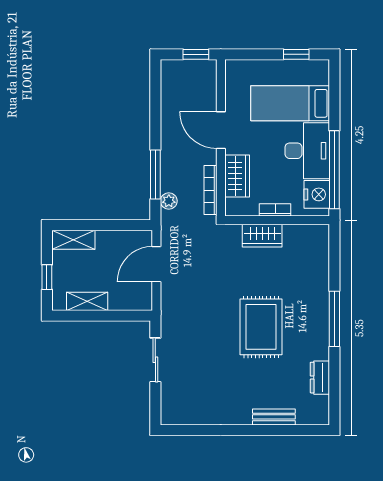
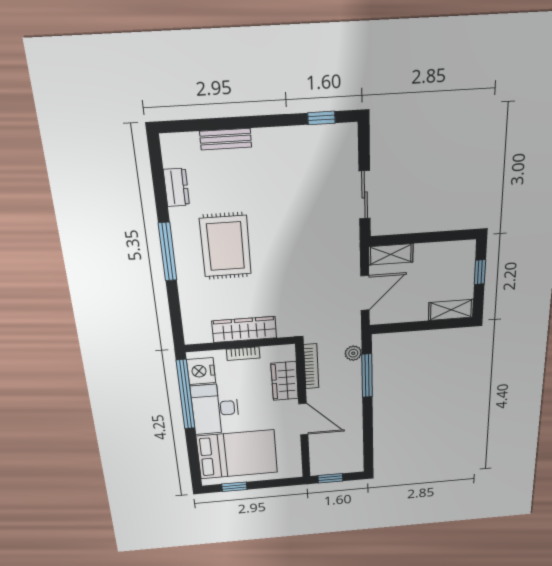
bed: (290, 103) -> (237, 454), width x1.50
wardrobe: (262, 236) -> (244, 329), width x1.50
shelving: (87, 301) -> (391, 254), moved
rug: (261, 327) -> (226, 246), moved
window: (192, 430) -> (321, 118), added

